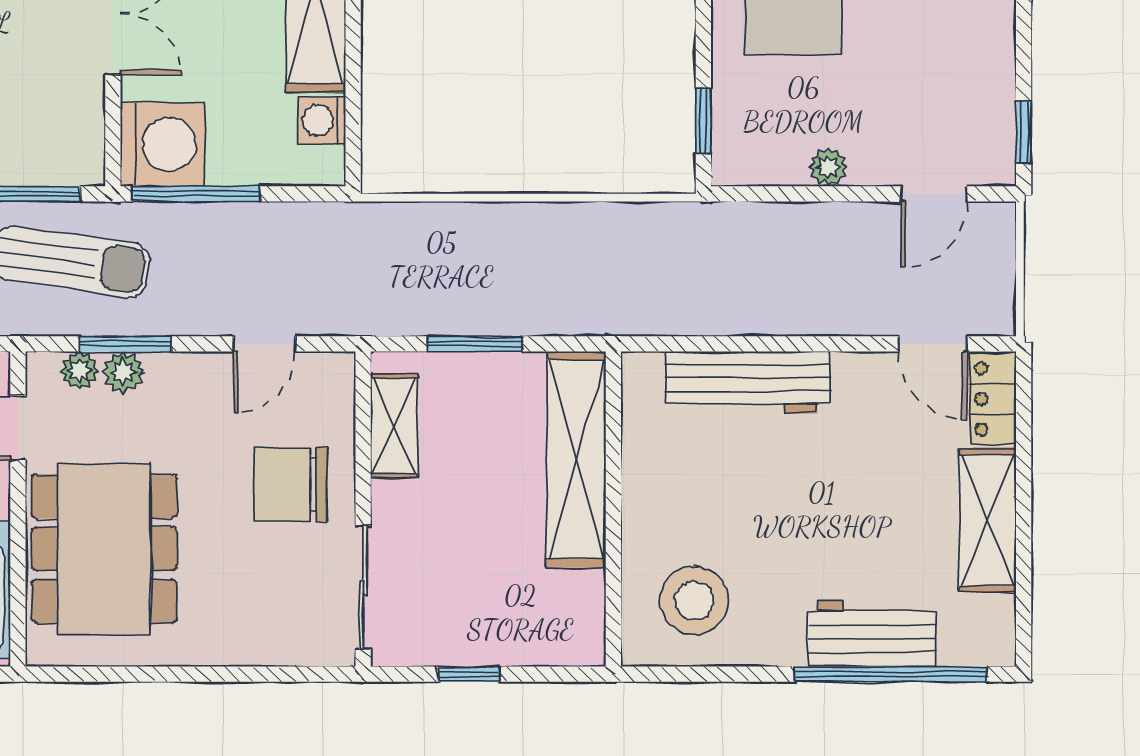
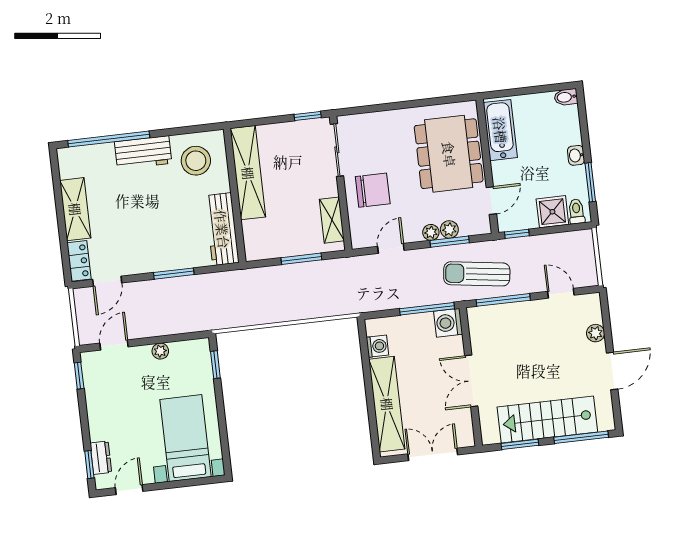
washing machine: (163, 144) -> (448, 323), width x0.73, depth x0.73
window: (776, 344) -> (174, 274), added
door: (933, 344) -> (107, 281), swing flipped
plant: (79, 370) -> (431, 232), moved
workbench: (748, 383) -> (222, 229), moved, turned -90
shelving: (576, 460) -> (248, 173), moved
workbench: (872, 634) -> (143, 153), moved
window: (469, 674) -> (308, 116), moved

